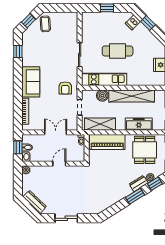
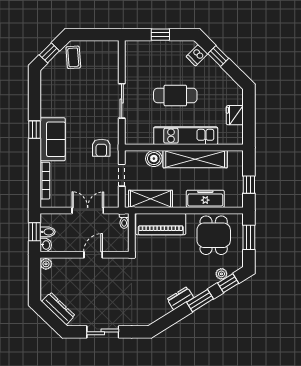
window: (18, 51) -> (34, 130), moved
kitchen unit: (104, 79) -> (186, 136), moved
dresser: (139, 184) -> (180, 298), moved

